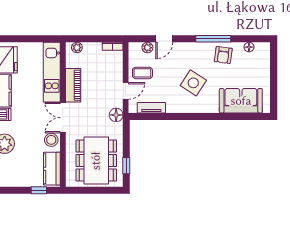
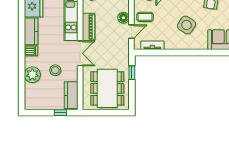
floor lamp: (116, 115) -> (123, 18), moved
double door: (63, 118) -> (80, 53), swing flipped
stool: (51, 140) -> (55, 70), moved
window: (126, 166) -> (132, 73), moved

